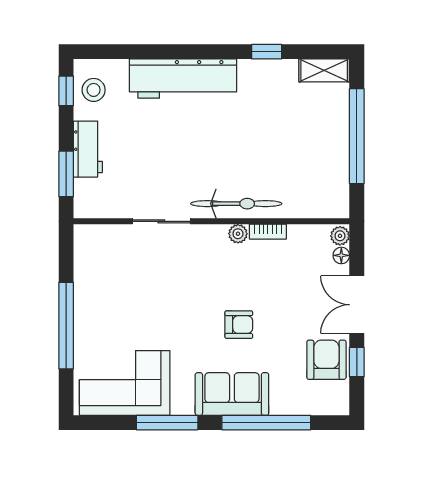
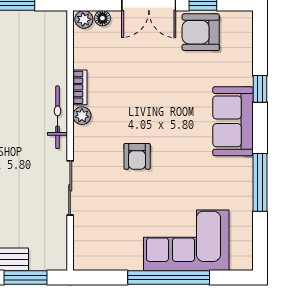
bicycle: (236, 204) -> (58, 117), width x0.73, depth x0.71
armchair: (239, 325) -> (137, 156), moved, turned 180
corner sofa: (125, 383) -> (186, 240), moved, turned 90
window: (266, 423) -> (260, 89), width x0.32

